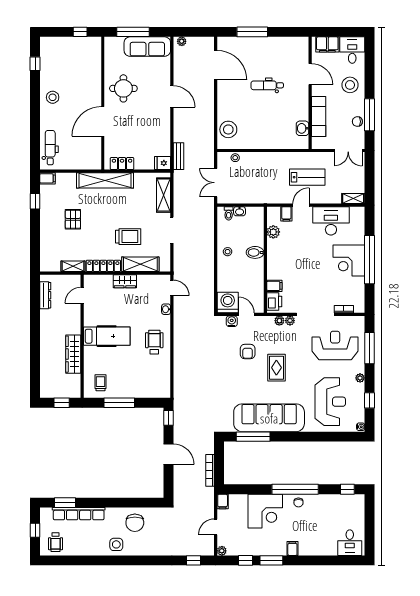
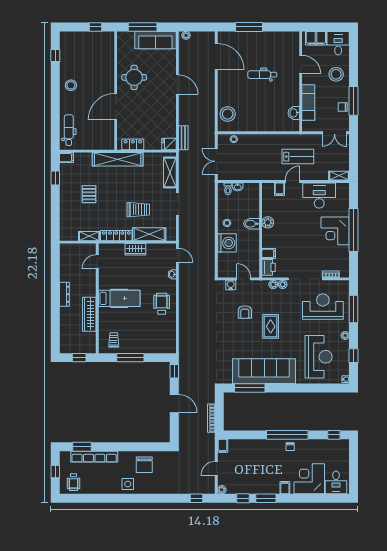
plant: (273, 232) -> (268, 222), moved
dresser: (45, 295) -> (64, 294), moved
washing machine: (228, 302) -> (227, 243), moved, turned 90
corner desk: (265, 511) -> (309, 479), moved, turned 180

